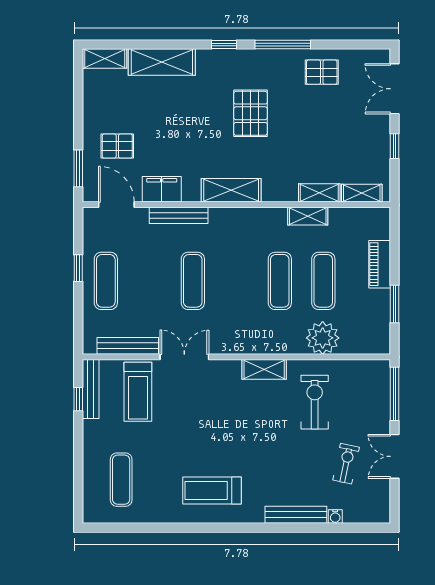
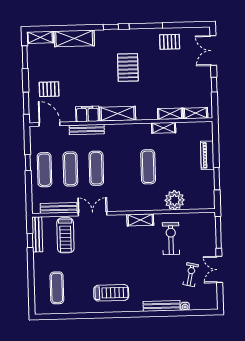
window: (78, 91) -> (25, 57), added
filing cabinet: (162, 189) -> (87, 114), moved
exercise mat: (323, 281) -> (70, 169), moved
treadmill: (212, 490) -> (111, 293), turned 180

